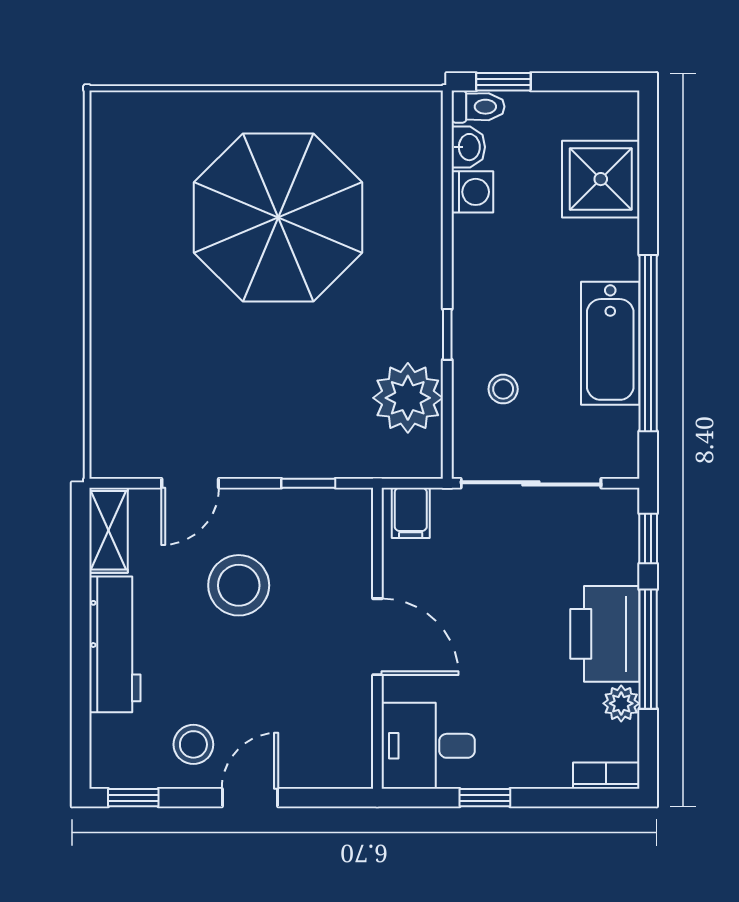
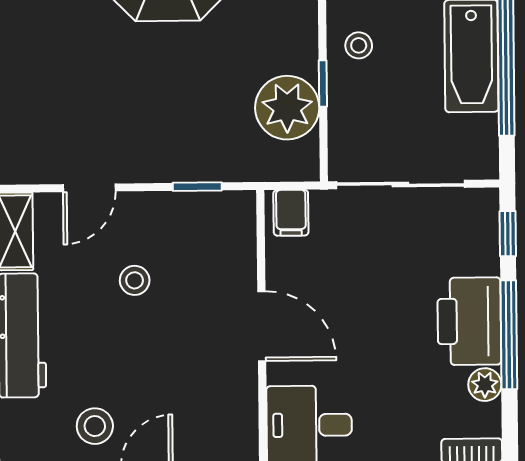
window: (447, 334) -> (323, 83), moved
stool: (503, 389) -> (359, 45), moved
stool: (239, 585) -> (135, 280), width x0.53, depth x0.53

